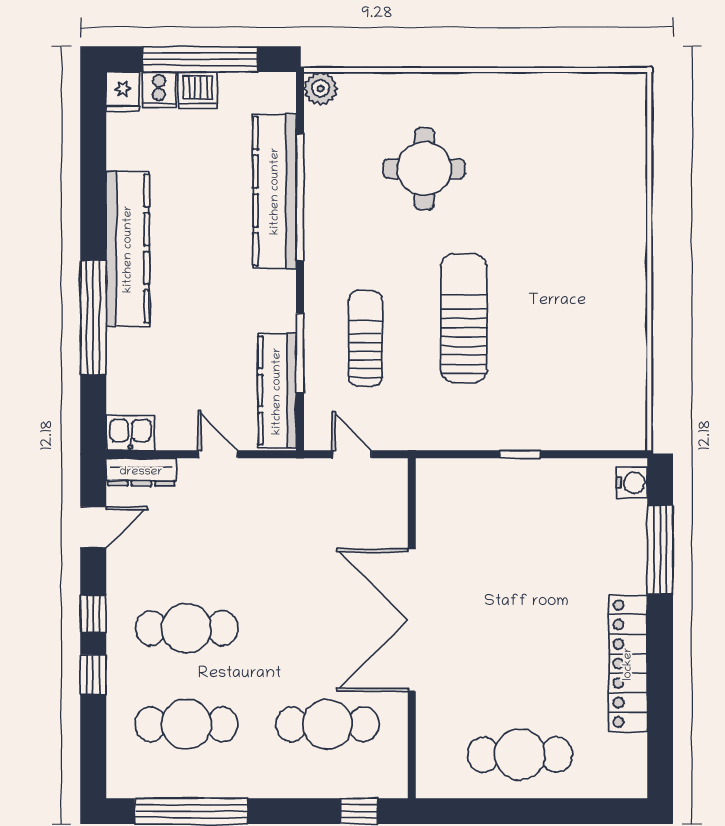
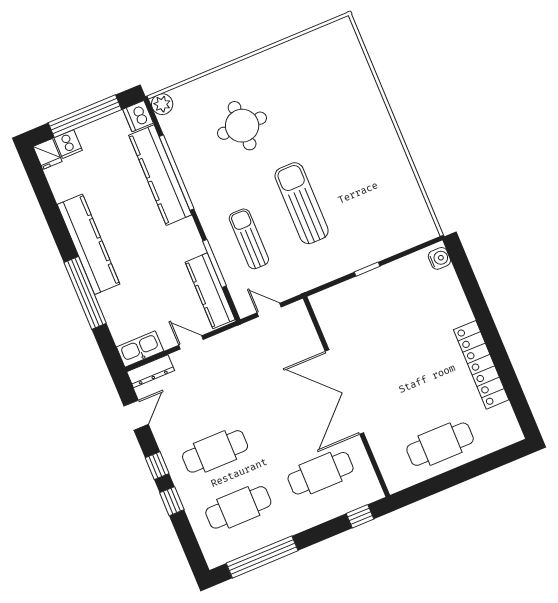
dishwasher: (198, 90) -> (138, 116), moved, turned 90
kitchen sink: (130, 433) -> (140, 349), width x1.38
window: (660, 550) -> (472, 291), removed

